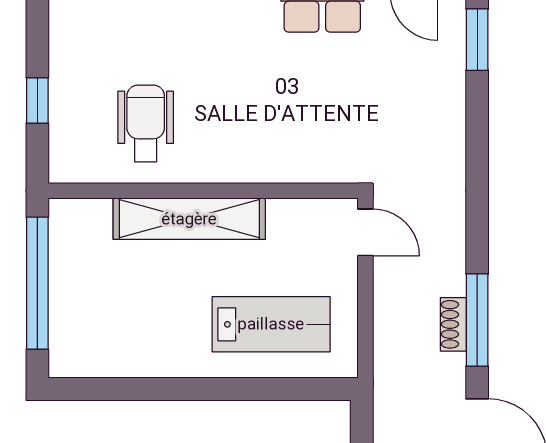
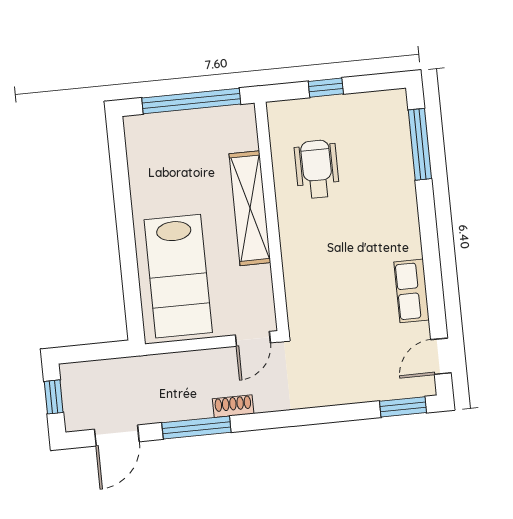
wheelchair: (146, 123) -> (317, 169), turned -90
lab bench: (271, 324) -> (178, 276), width x1.36, depth x1.39
shoe rack: (453, 324) -> (233, 406), moved

